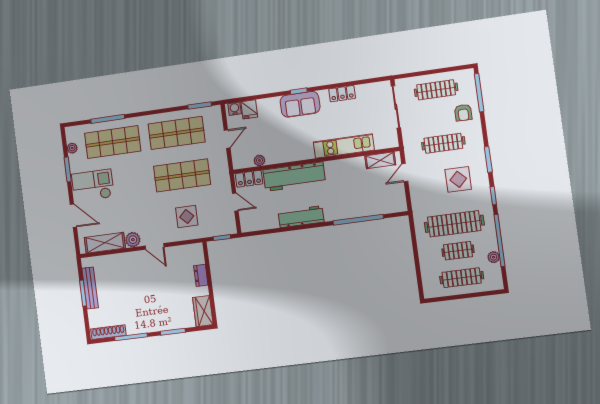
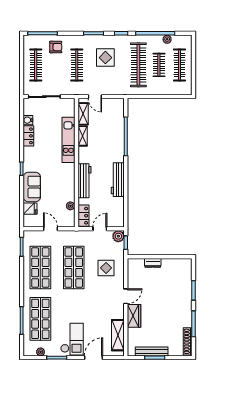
sofa: (300, 104) -> (32, 187), moved
water cooler: (235, 109) -> (28, 120), moved
shelving: (351, 164) -> (83, 136), added
workbench: (294, 177) -> (84, 181), width x0.73, depth x0.76
checkout: (93, 185) -> (72, 339), turned 180
plant: (133, 240) -> (118, 236), moved
wardrobe: (203, 311) -> (134, 316), moved, turned -90

